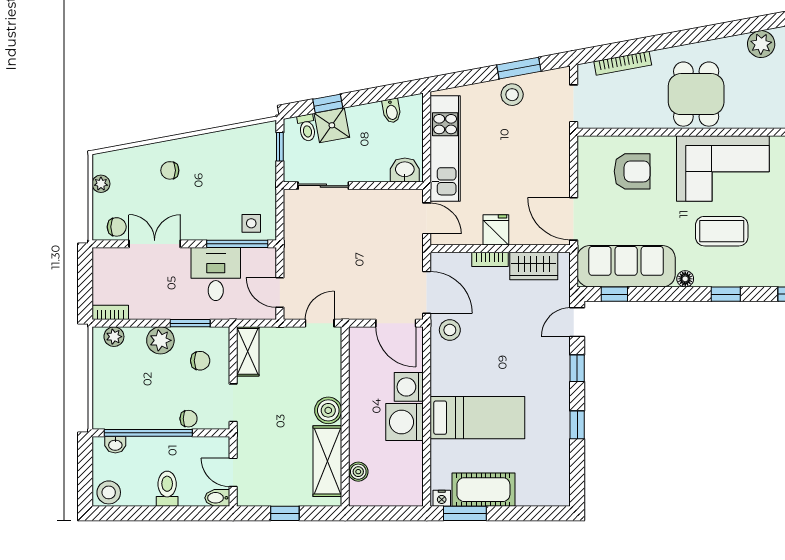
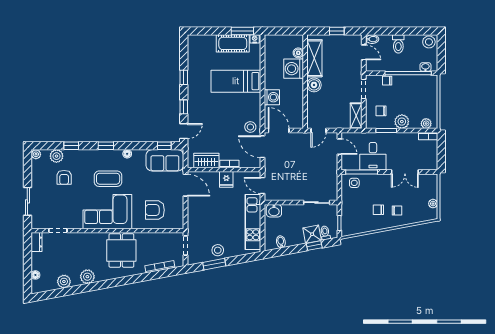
chair: (117, 227) -> (378, 210), moved
sofa: (626, 266) -> (165, 160), width x0.73
washing machine: (405, 422) -> (294, 69), moved, turned 180

